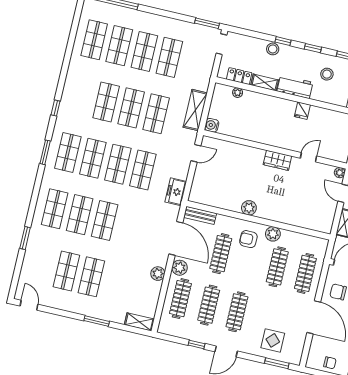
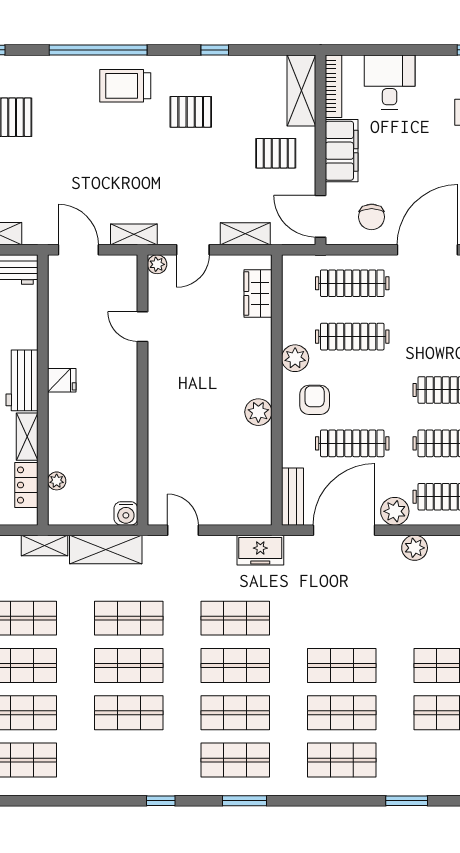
shelving: (205, 78) -> (44, 545), added
fridge: (302, 111) -> (62, 380), moved
wardrobe: (277, 160) -> (258, 293), moved, turned 180
armchair: (248, 239) -> (315, 400), turned 180

